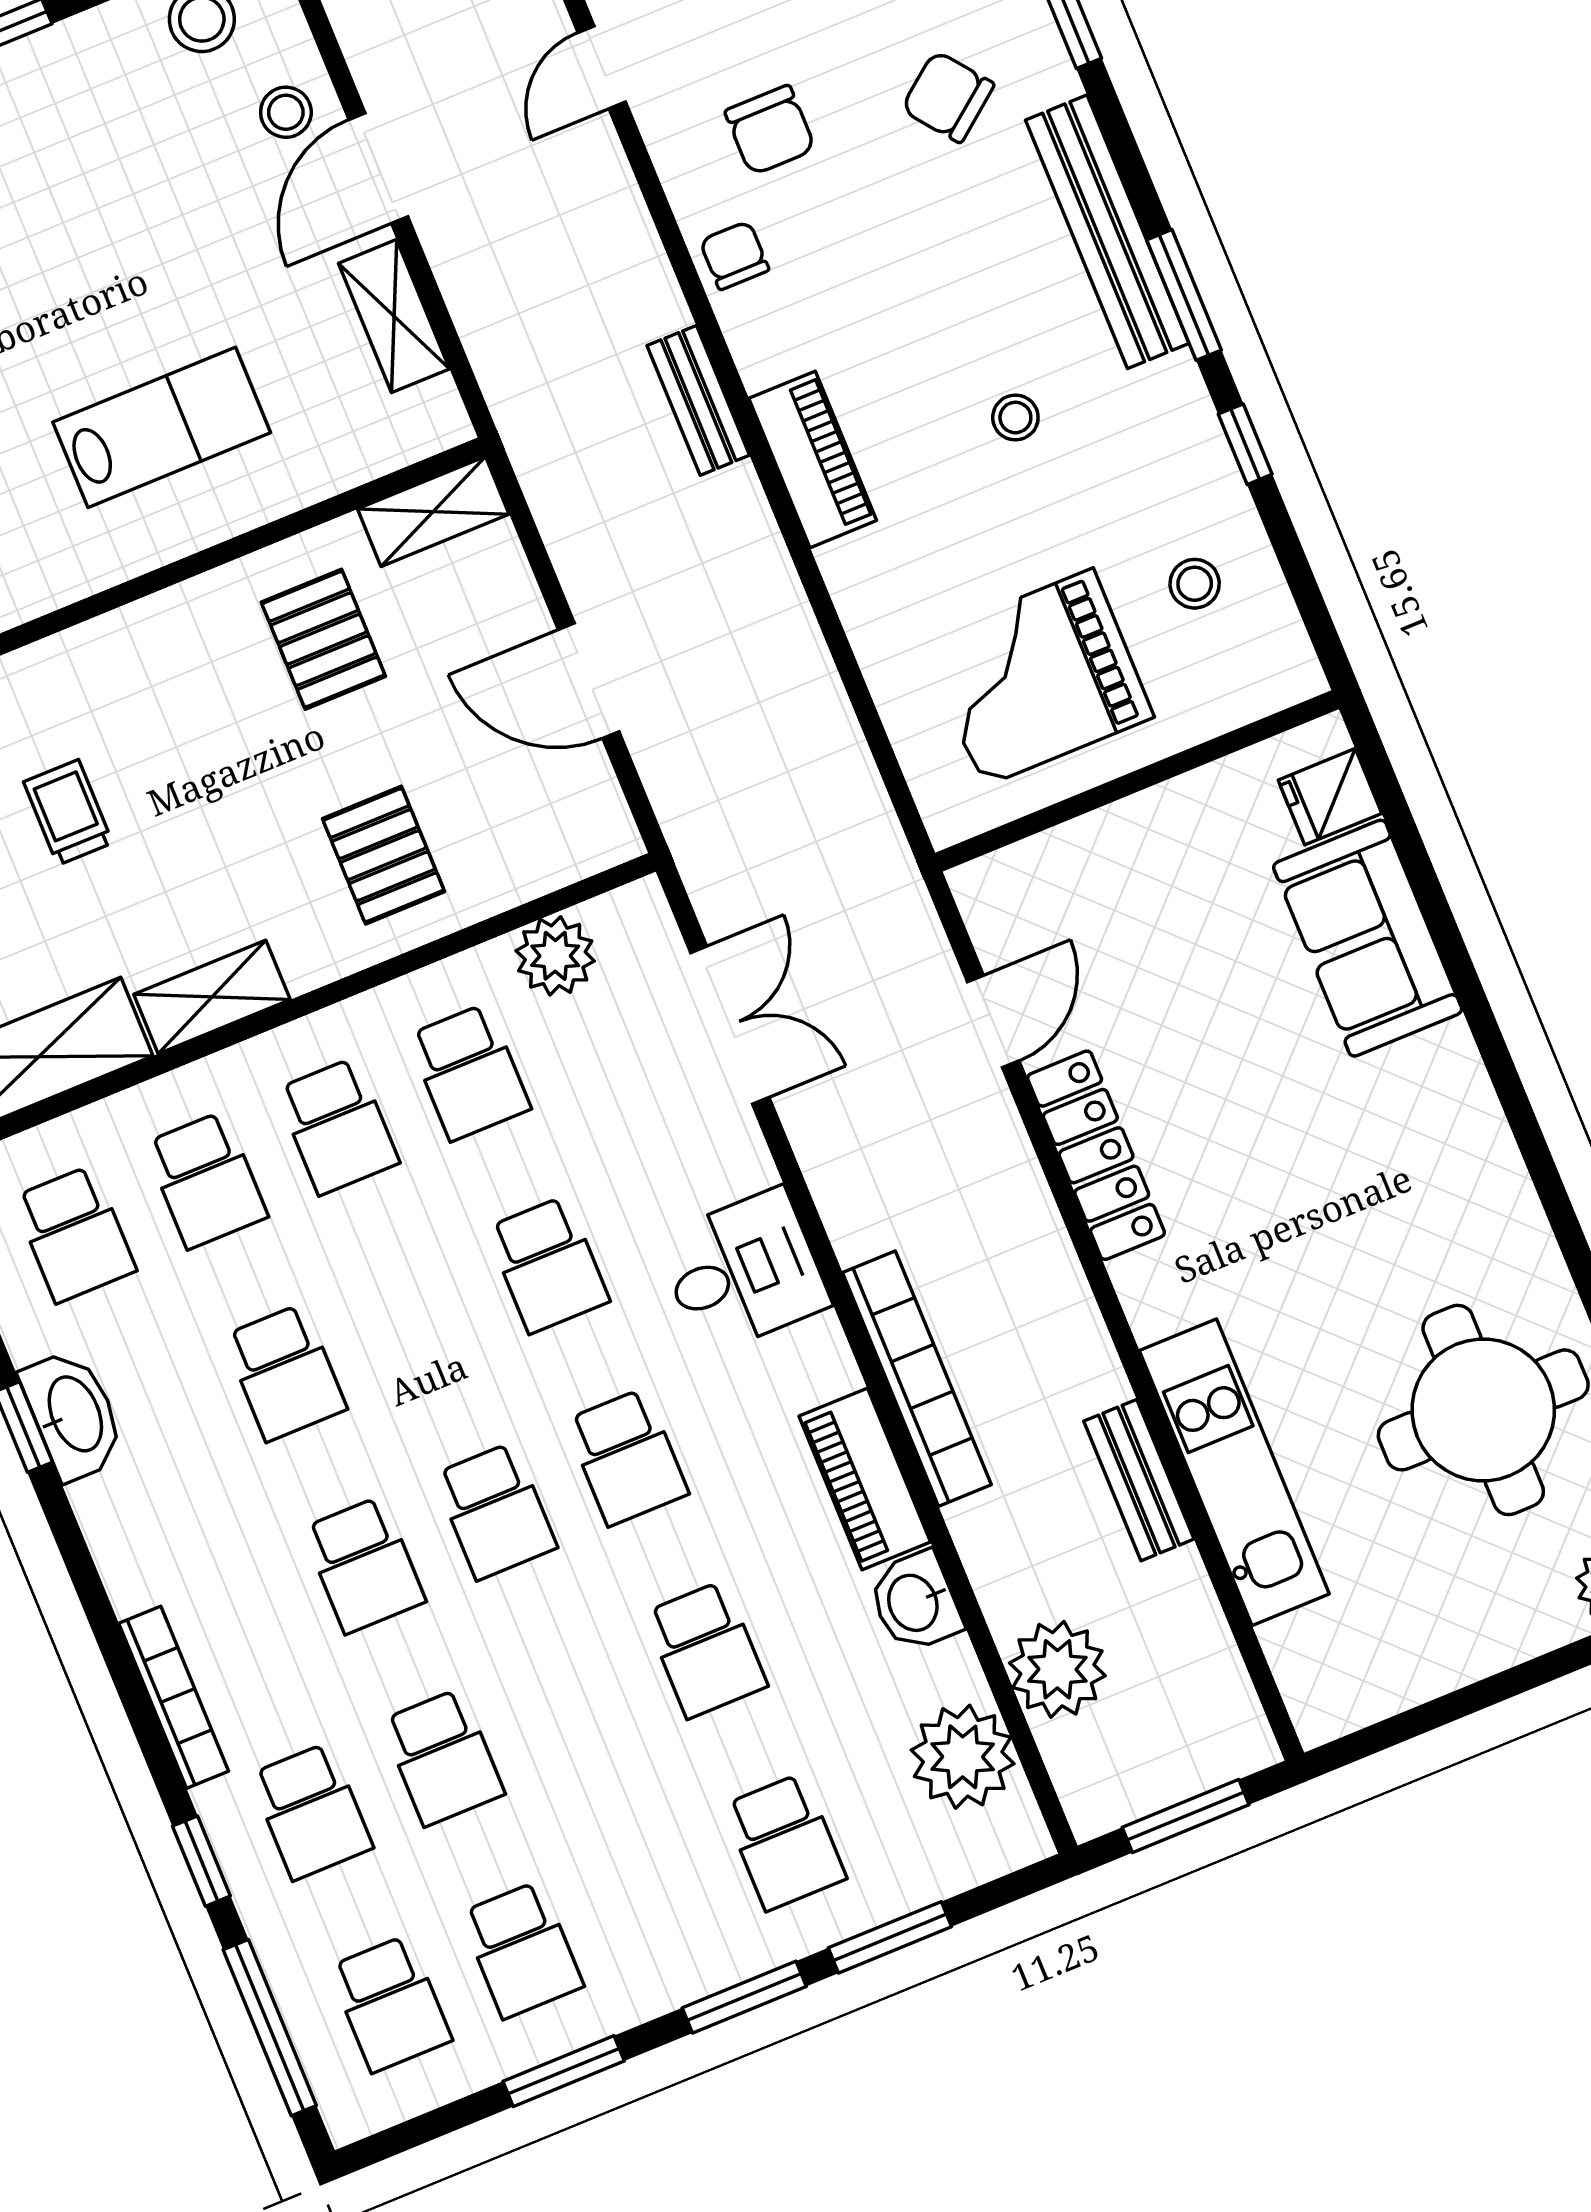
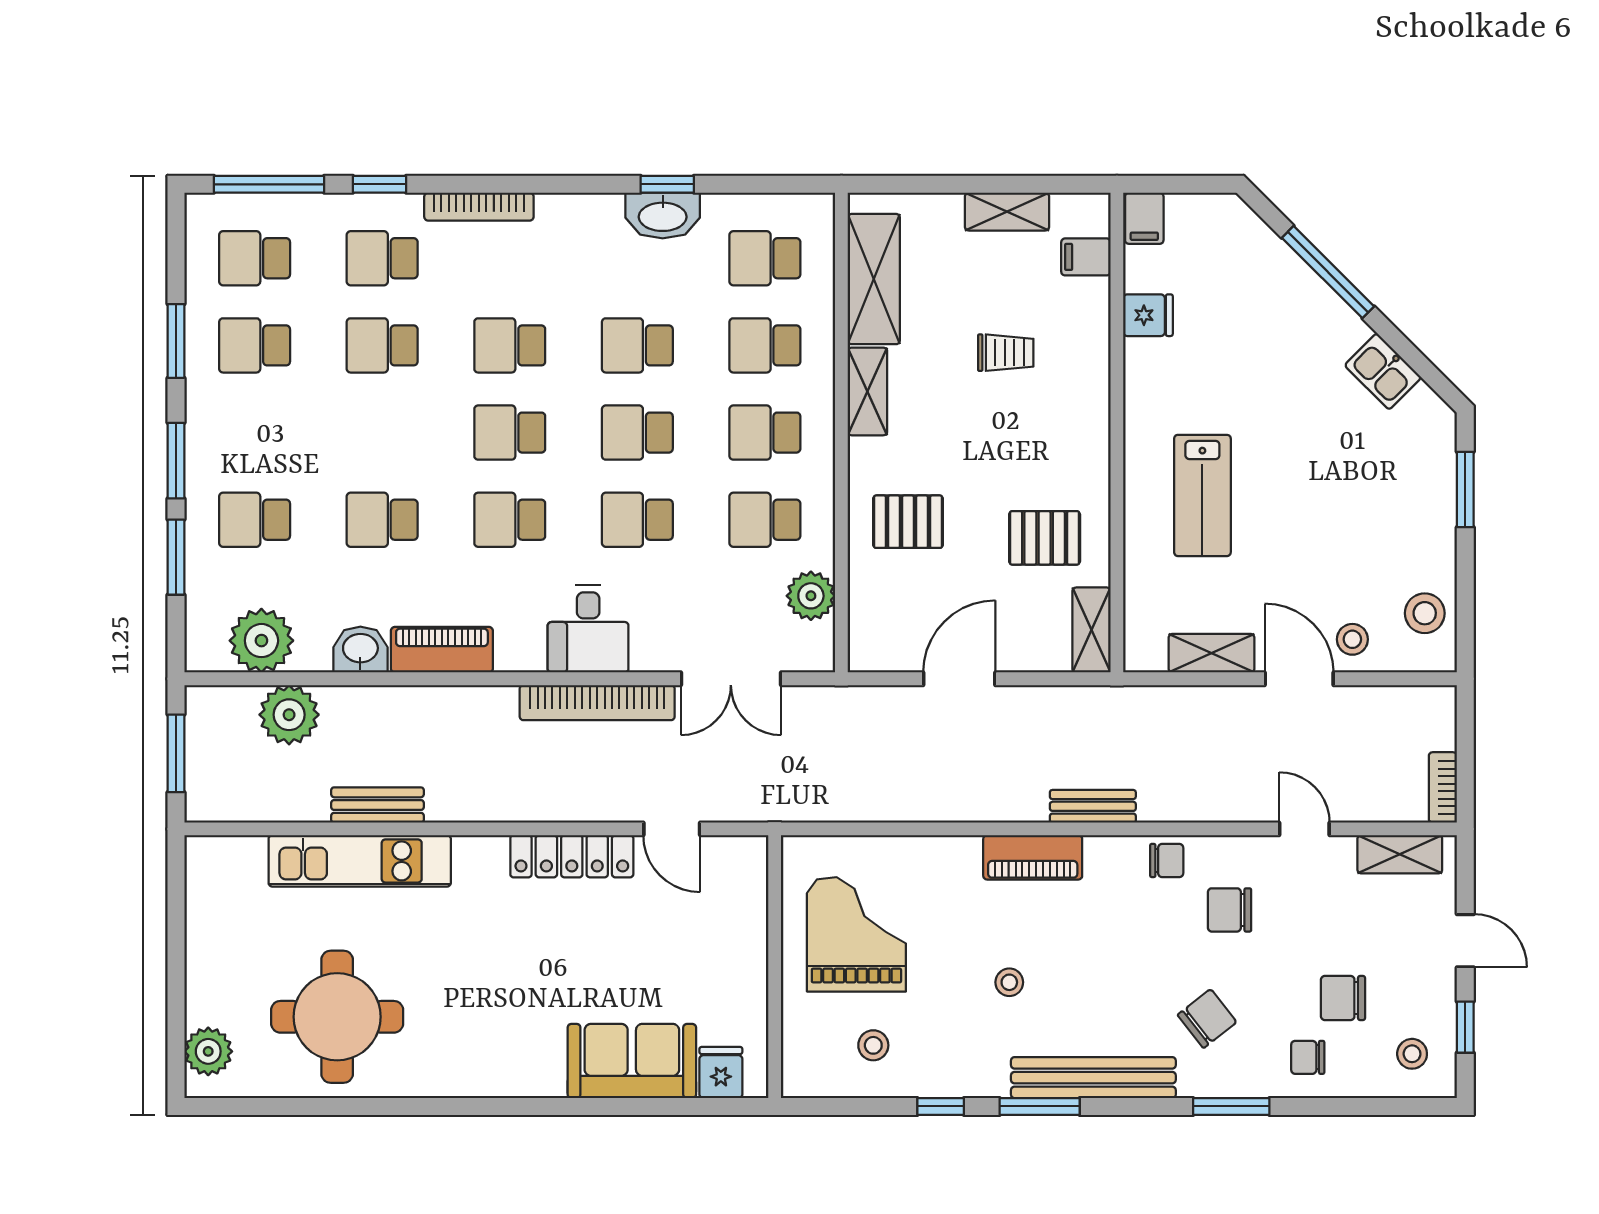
school desk: (416, 1319) -> (637, 433), added
bookcase: (917, 1379) -> (597, 703), moved

